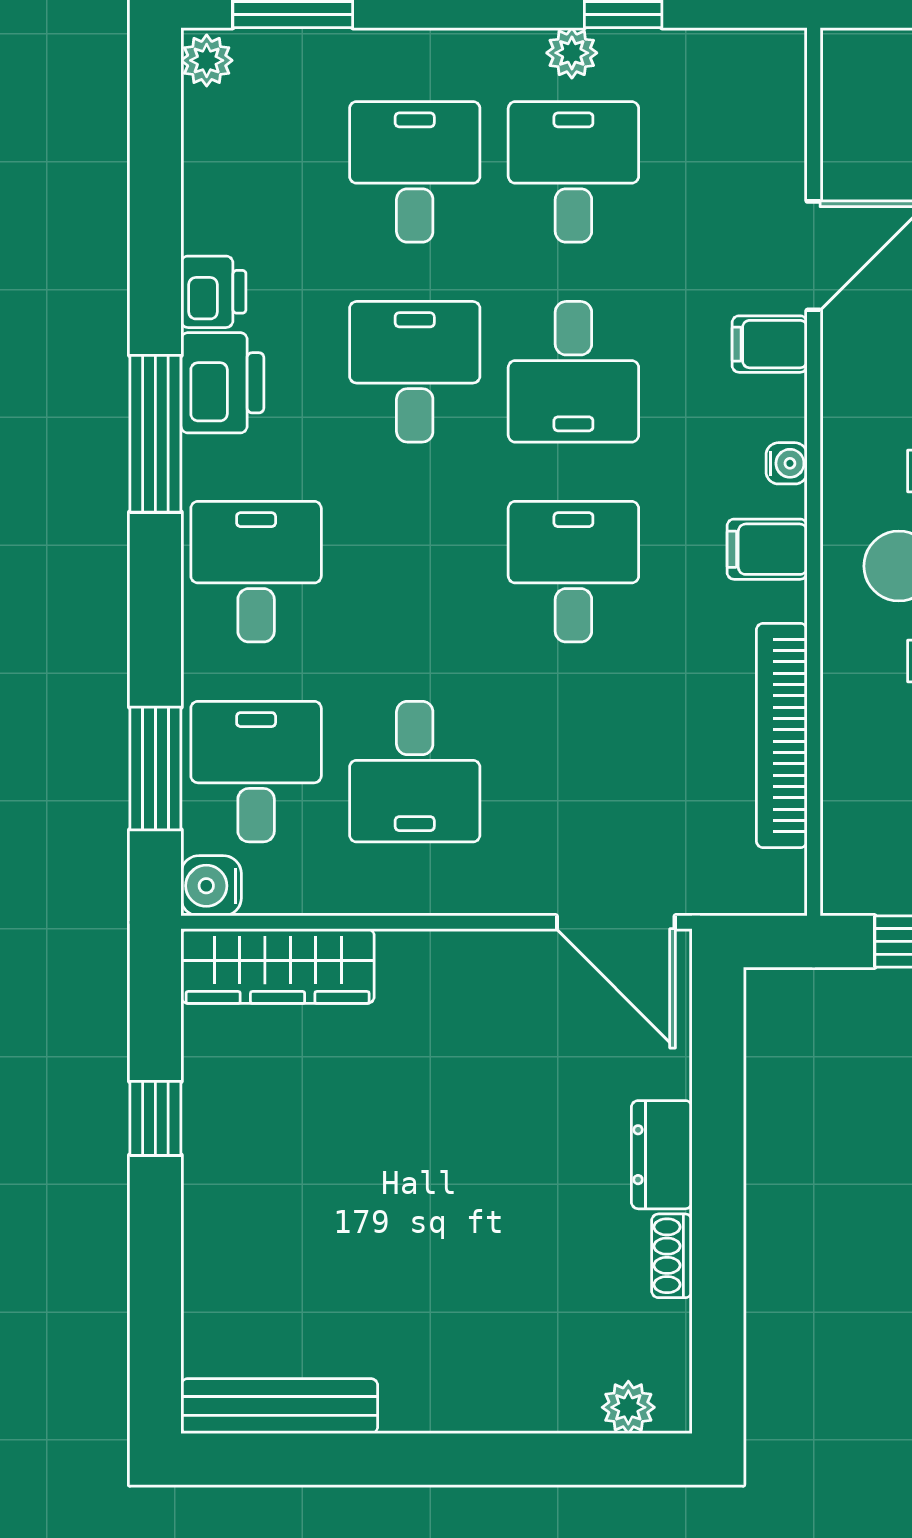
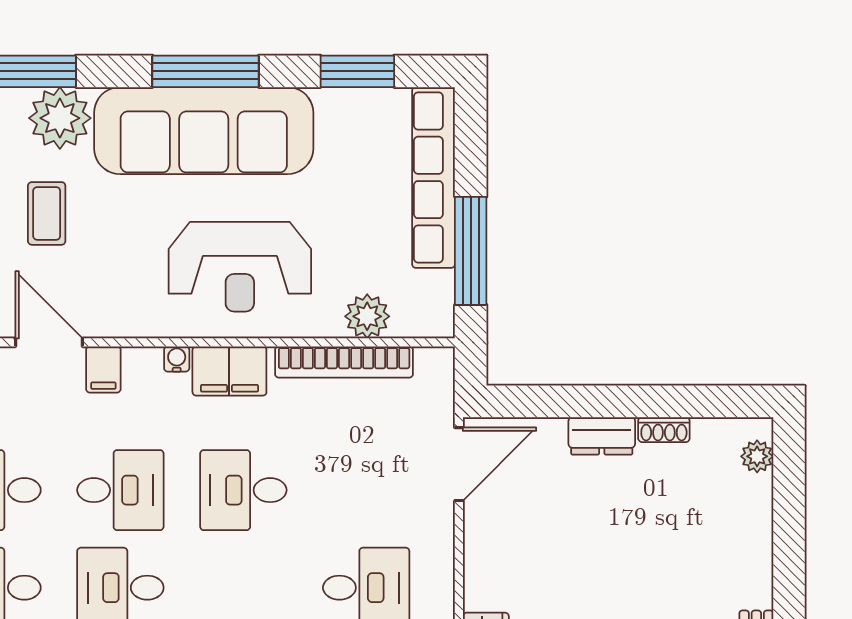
filing cabinet: (767, 549) -> (229, 371), width x2.00
plant: (856, 773) -> (367, 316), added

